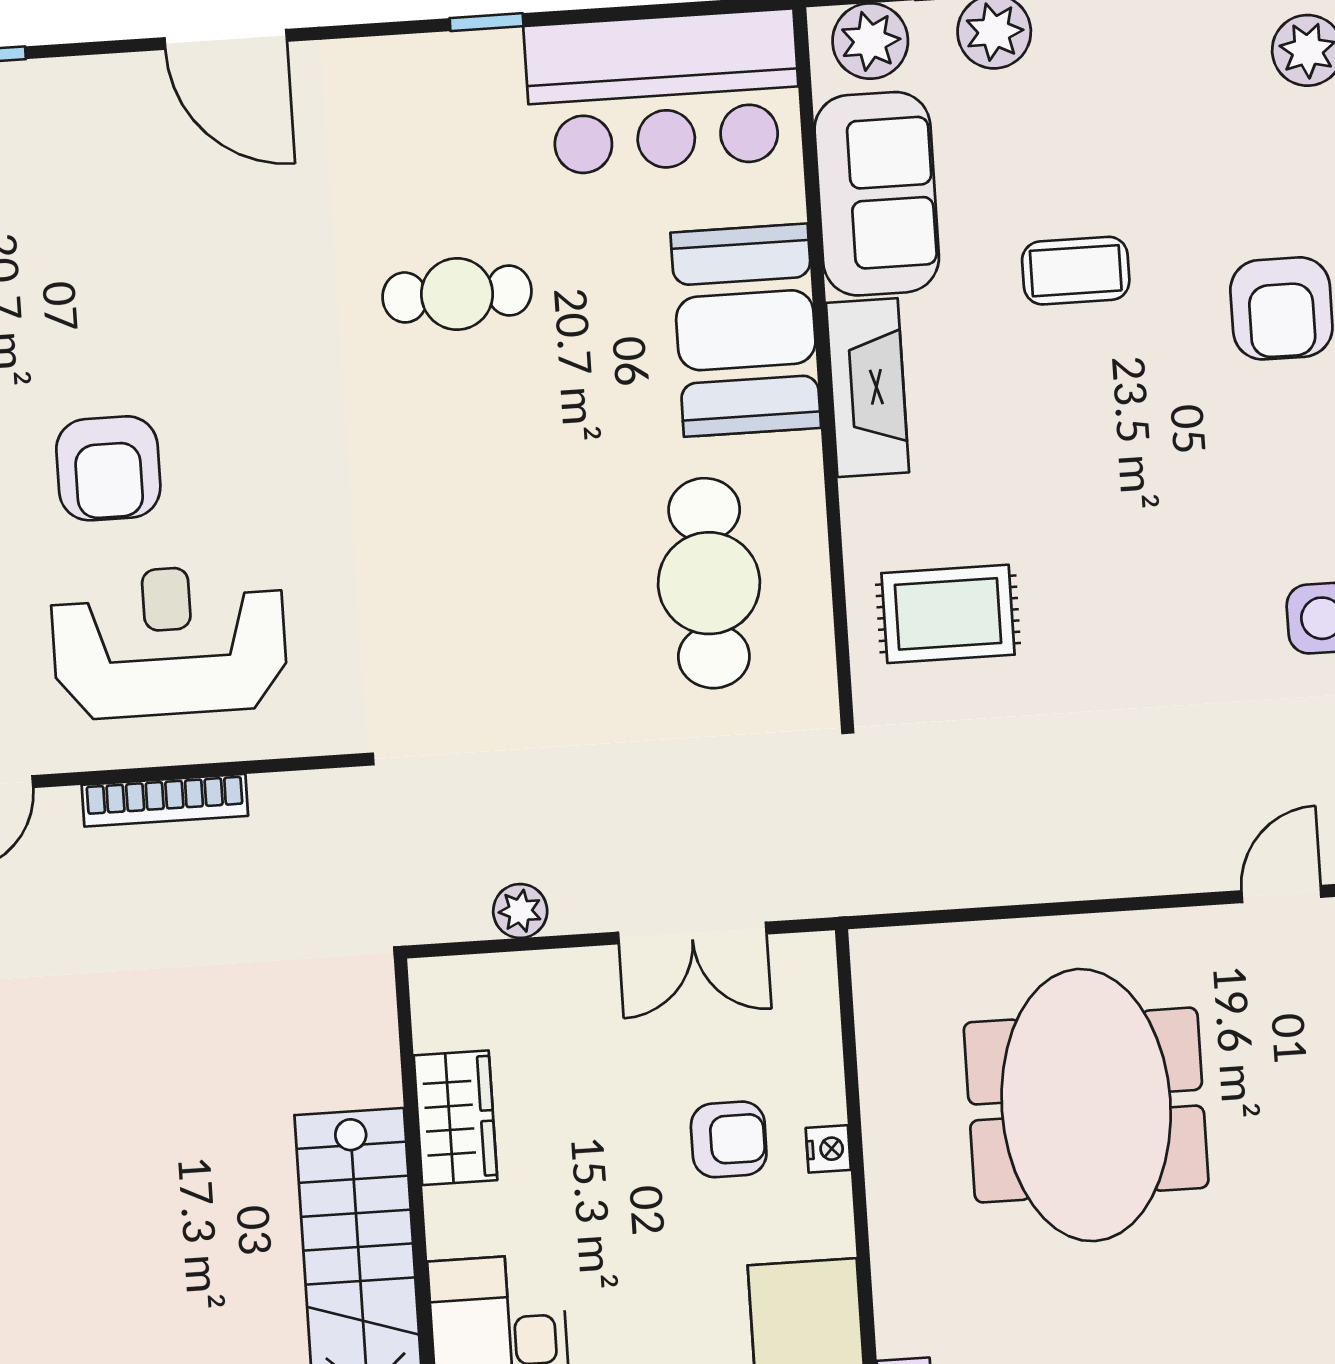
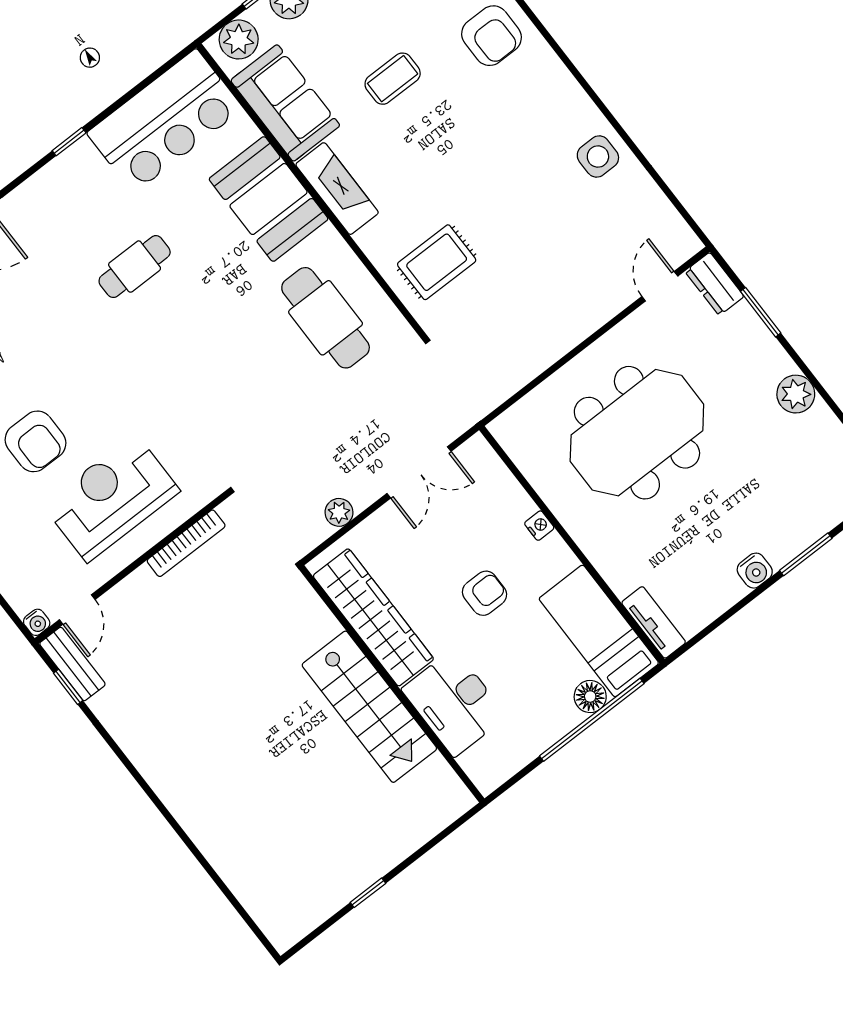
bookcase: (165, 800) -> (186, 543), moved
meeting table: (1086, 1105) -> (637, 433), turned 90
wardrobe: (455, 1118) -> (373, 617), width x2.10, depth x1.17
armchair: (729, 1139) -> (485, 593), moved

